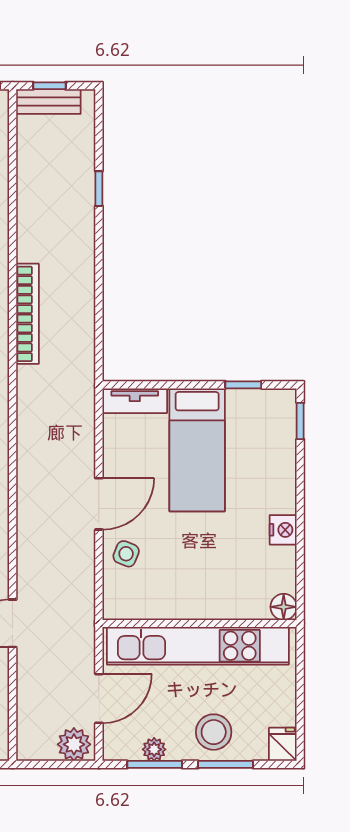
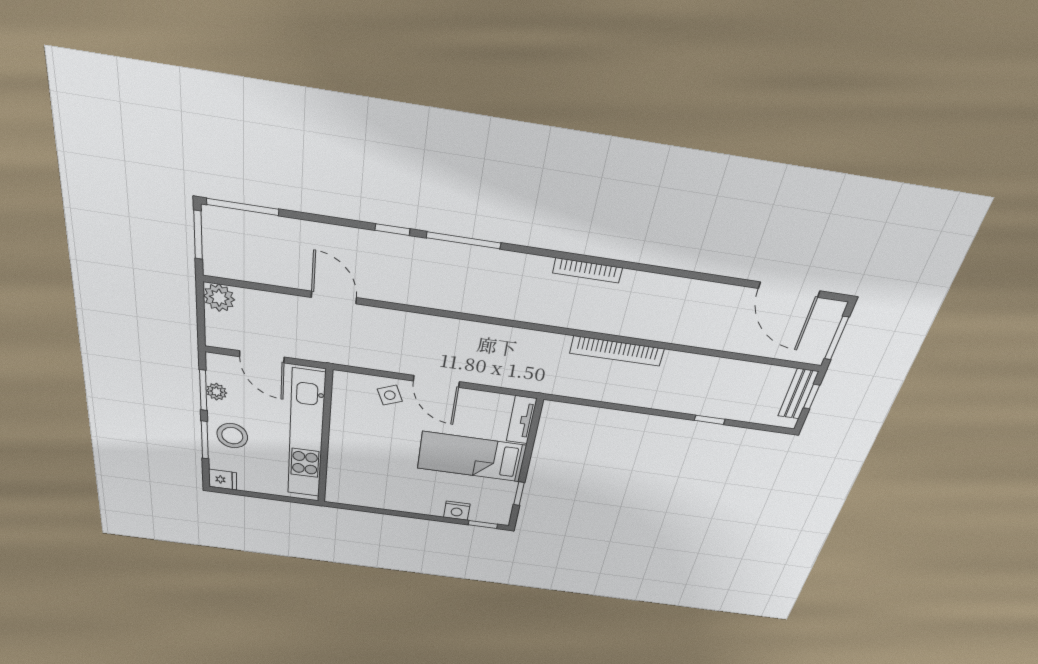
nightstand: (283, 530) -> (457, 511), moved
side table: (126, 554) -> (390, 395), turned 45
floor lamp: (284, 607) -> (335, 495), removed
plant: (74, 744) -> (219, 298), moved

